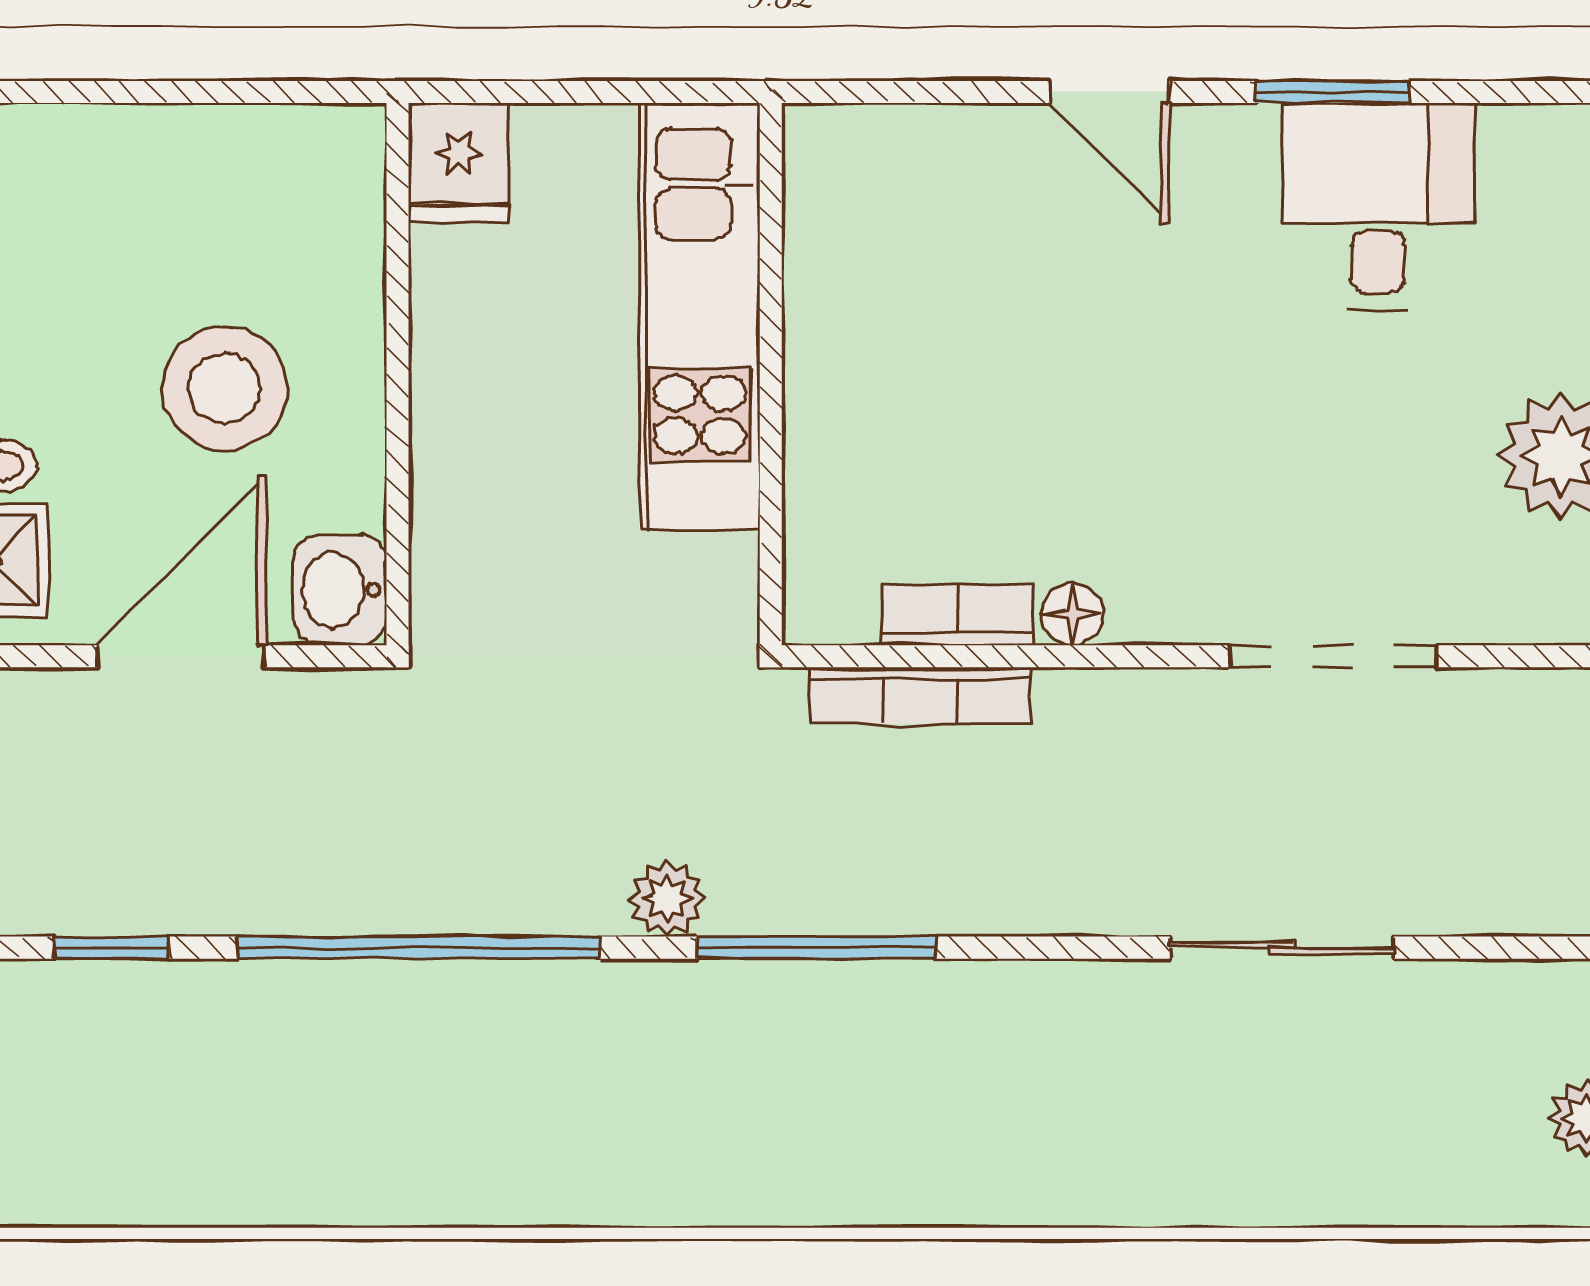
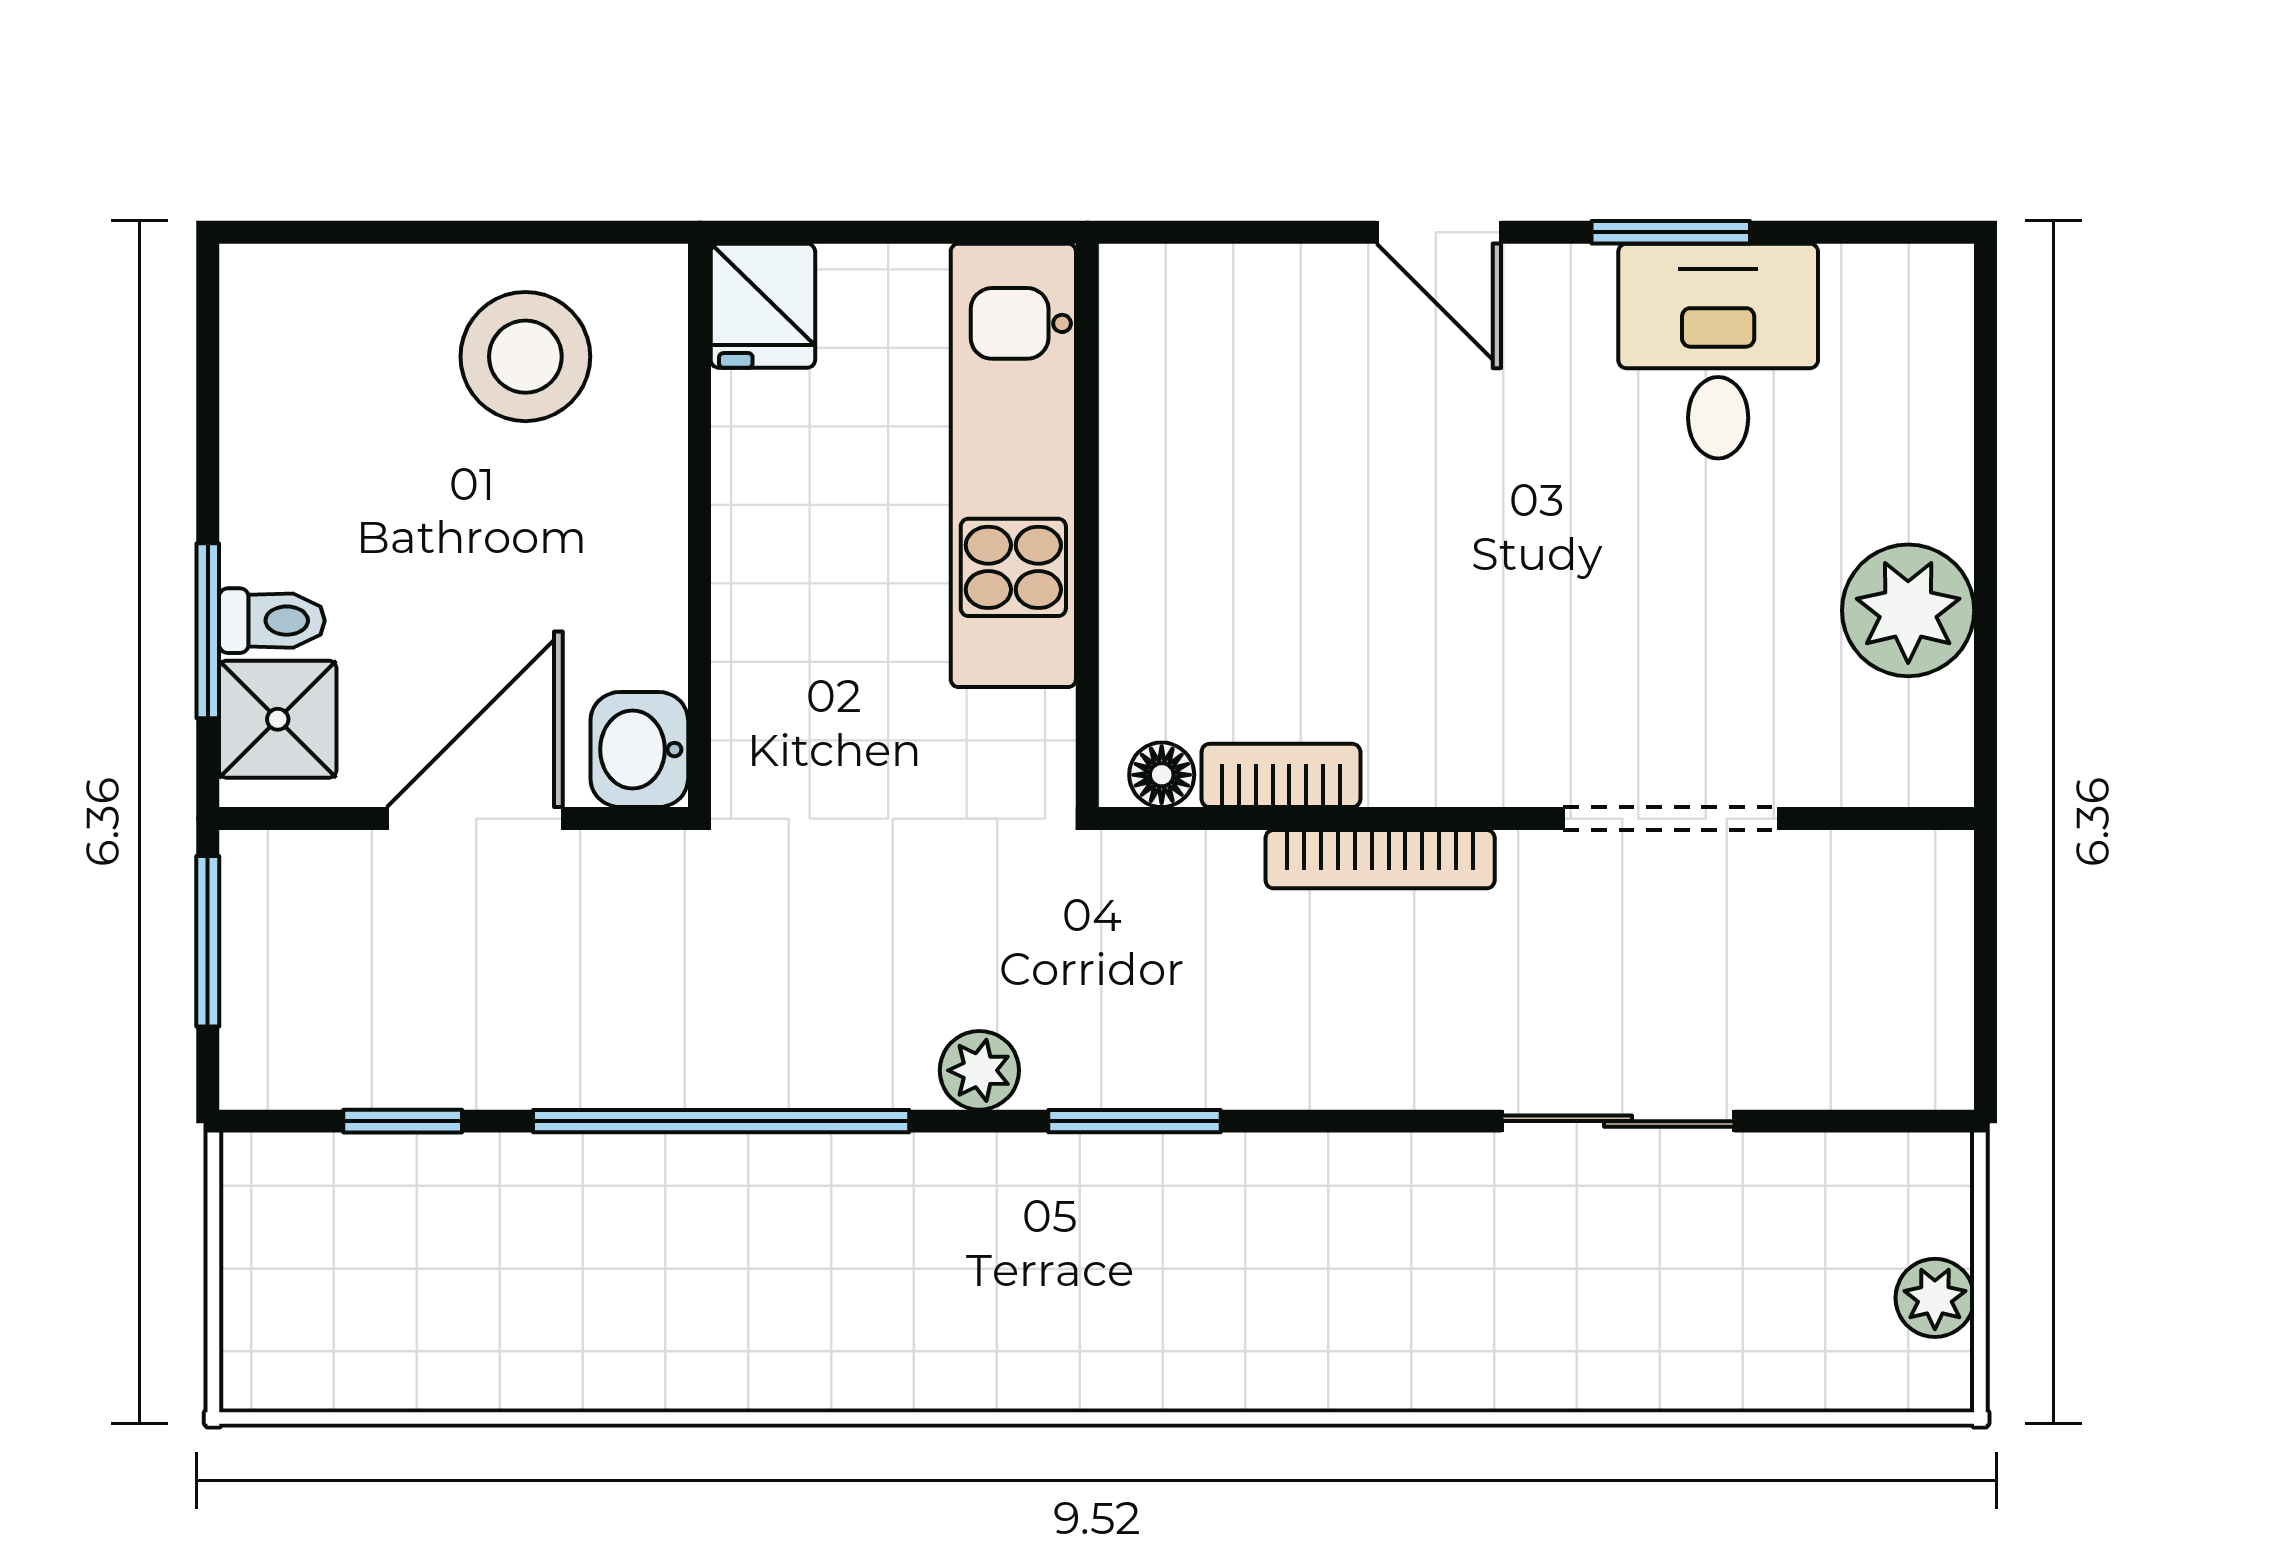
stool: (225, 388) -> (525, 357), moved
floor lamp: (1072, 614) -> (1162, 775), moved
bookcase: (920, 695) -> (1380, 859), moved
window: (816, 948) -> (1134, 1121), width x0.69

